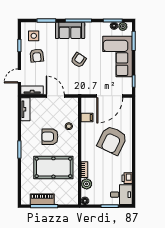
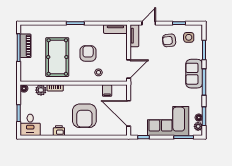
armchair: (78, 60) -> (165, 82), removed
door: (19, 76) -> (149, 23), hinge flipped
door: (55, 96) -> (129, 69), moved
armchair: (112, 140) -> (84, 116), turned -116
printer: (127, 178) -> (59, 131), moved

